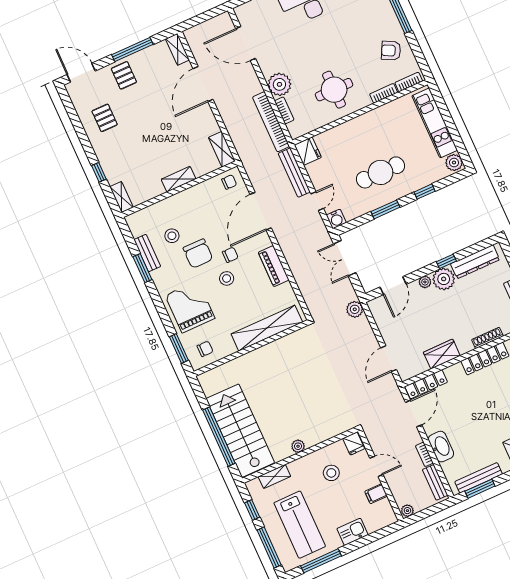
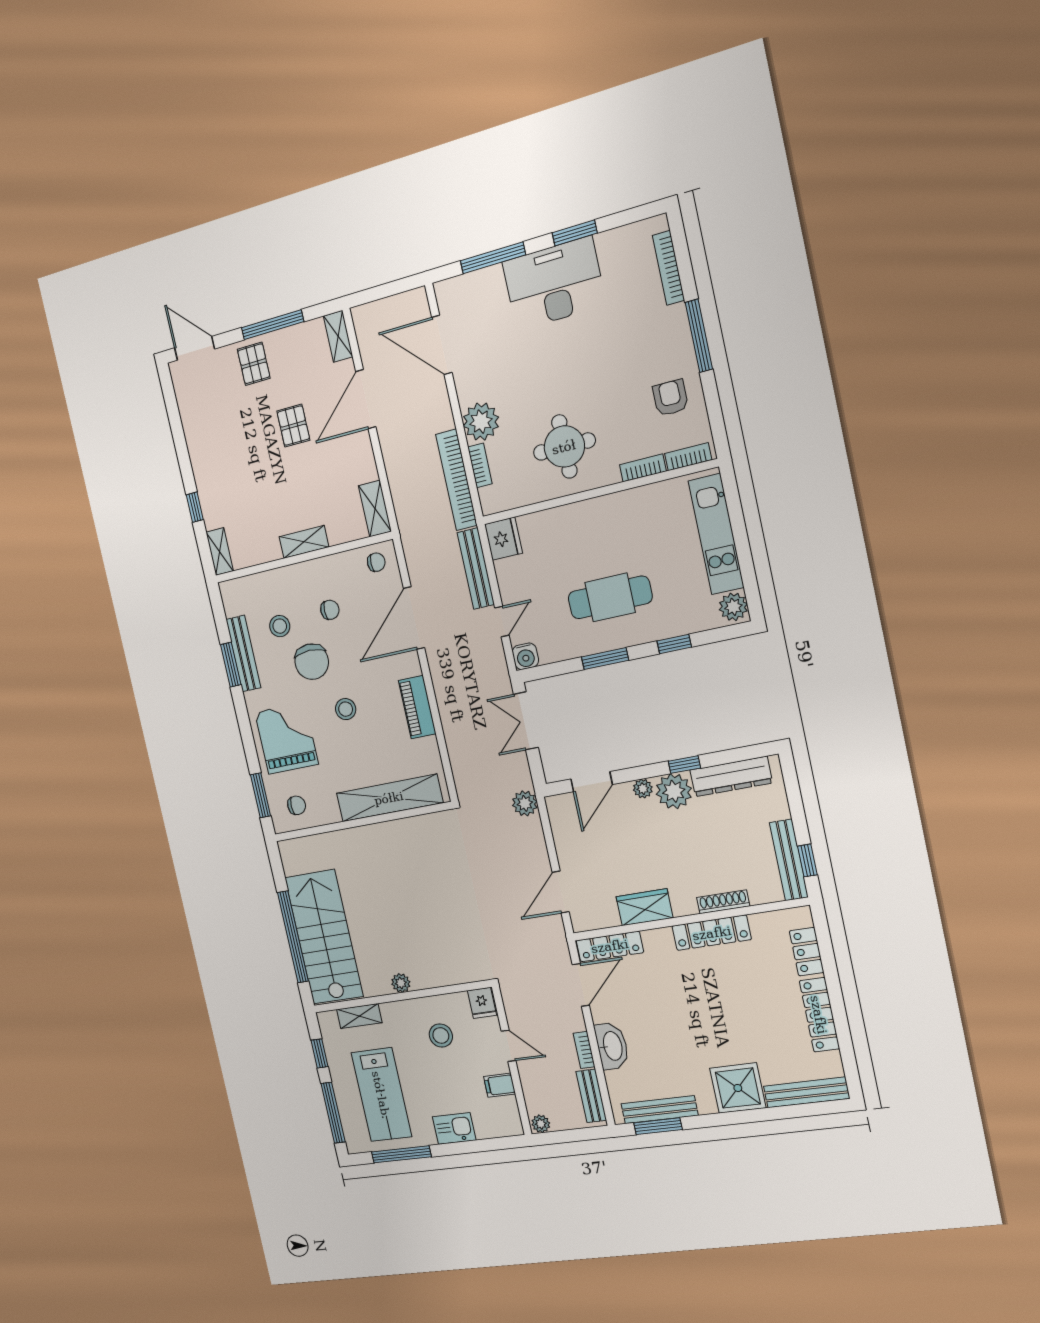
armchair: (391, 51) -> (670, 398), turned 63
pallet: (105, 118) -> (293, 426), moved
bench: (147, 253) -> (243, 654), width x1.36
chair: (230, 255) -> (330, 610), moved

